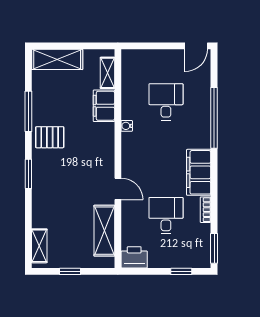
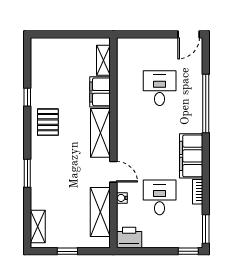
shelving: (57, 59) -> (100, 133), moved, turned 90
window: (28, 111) -> (27, 97), width x0.46
water cooler: (127, 126) -> (122, 198), moved
pallet: (50, 137) -> (48, 122), turned 90
window: (28, 174) -> (27, 173), moved
window: (181, 271) -> (188, 251), moved

